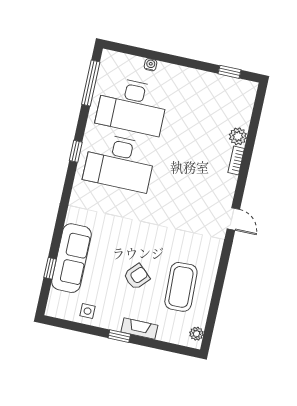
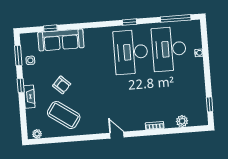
plant: (238, 136) -> (182, 121), moved
door: (233, 219) -> (117, 135), swing flipped
coffee table: (181, 287) -> (64, 115), turned 37
window: (75, 326) -> (18, 56), added

